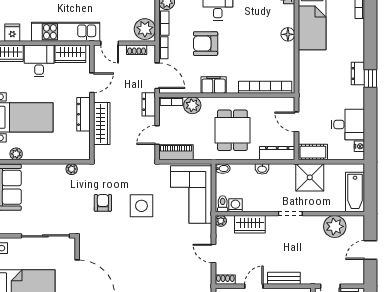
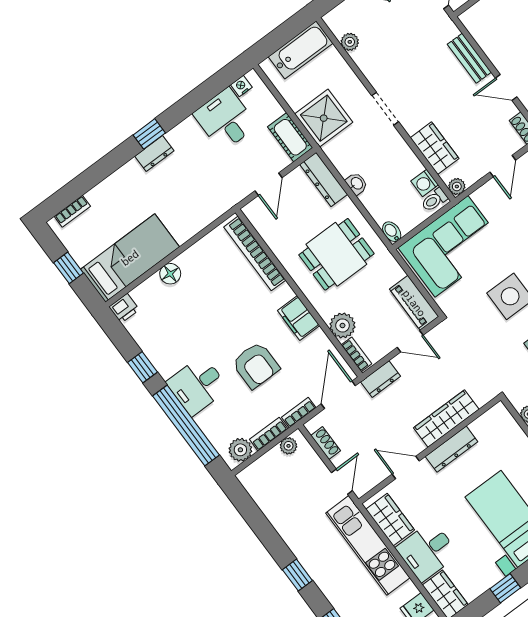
plant: (145, 29) -> (288, 446), width x0.53, depth x0.53
plant: (335, 226) -> (350, 42), width x0.53, depth x0.53

